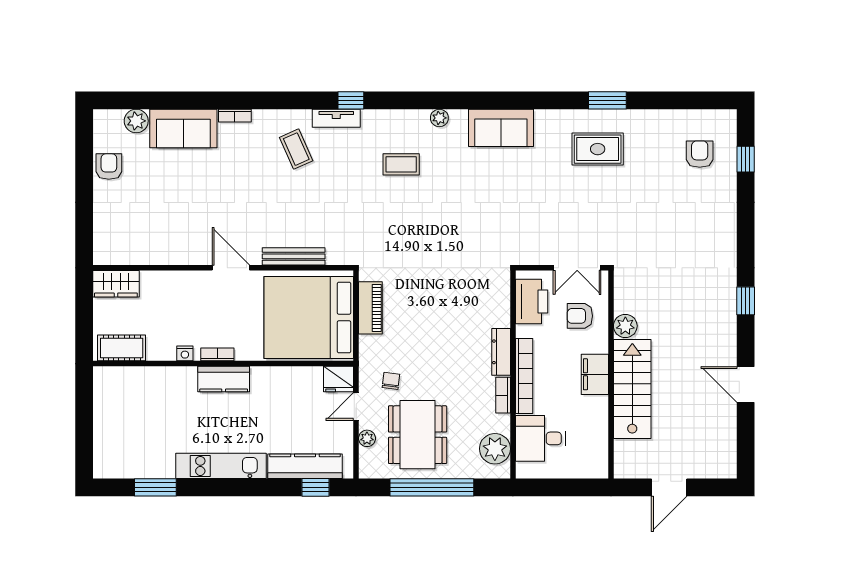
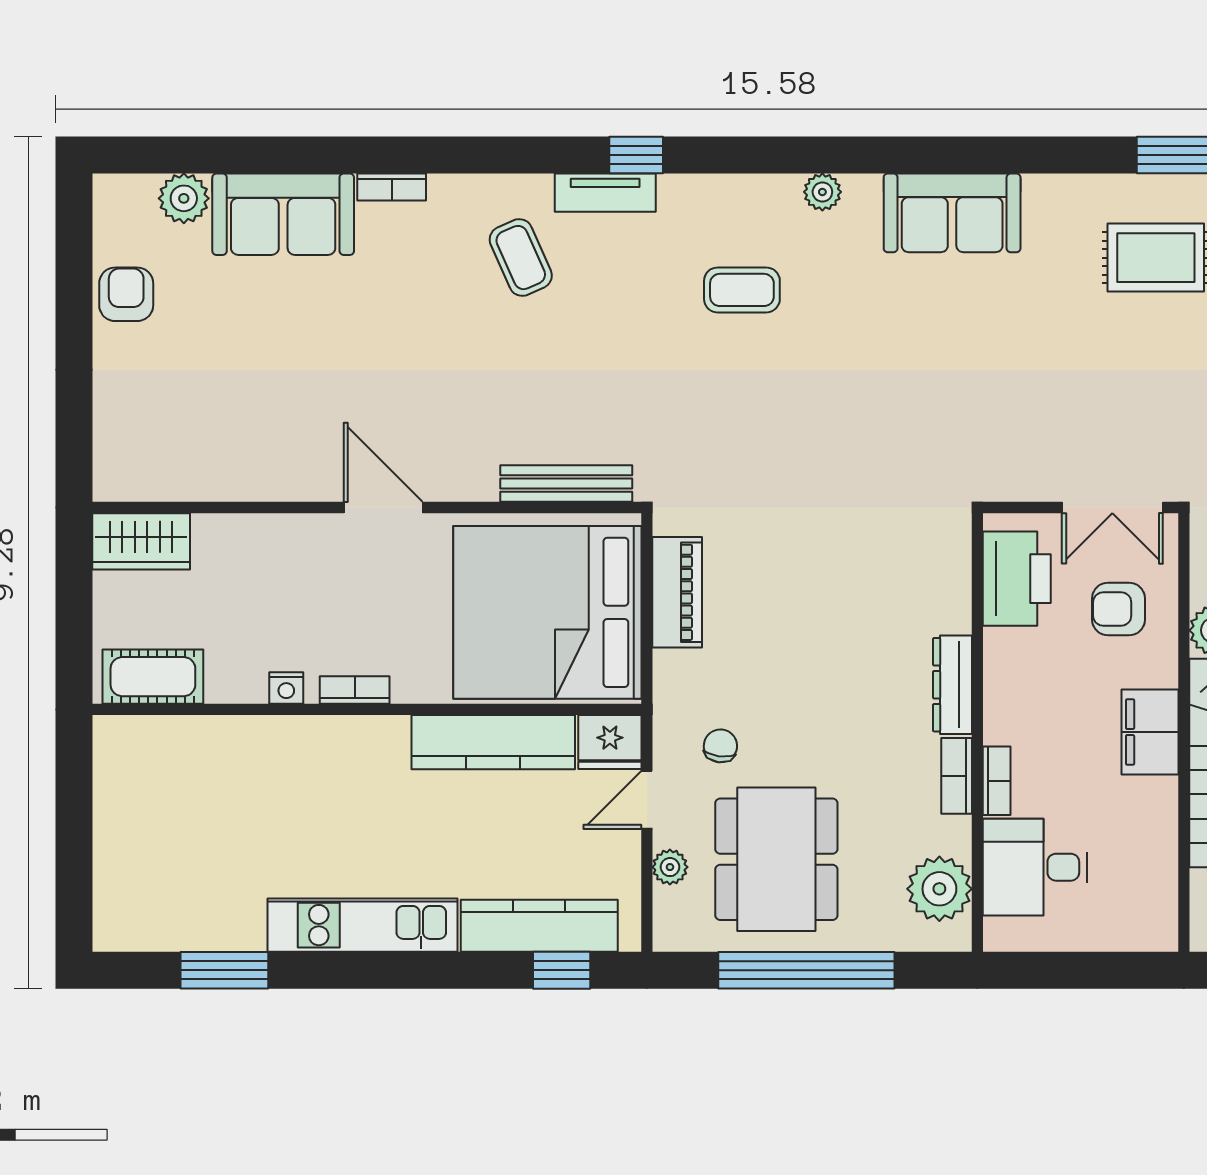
bench: (294, 256) -> (566, 484), moved
bookcase: (524, 376) -> (997, 781), width x0.43, depth x0.76
kitchen counter: (224, 379) -> (493, 742), moved, width x1.50

